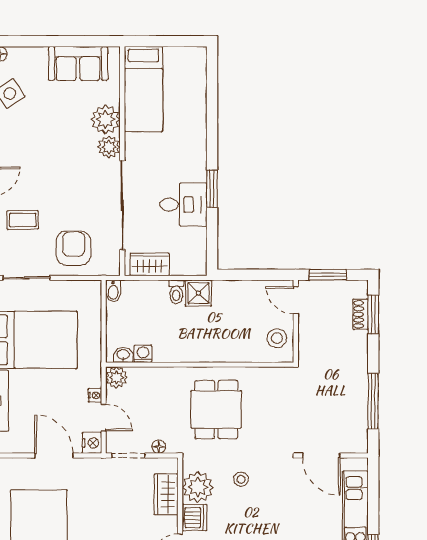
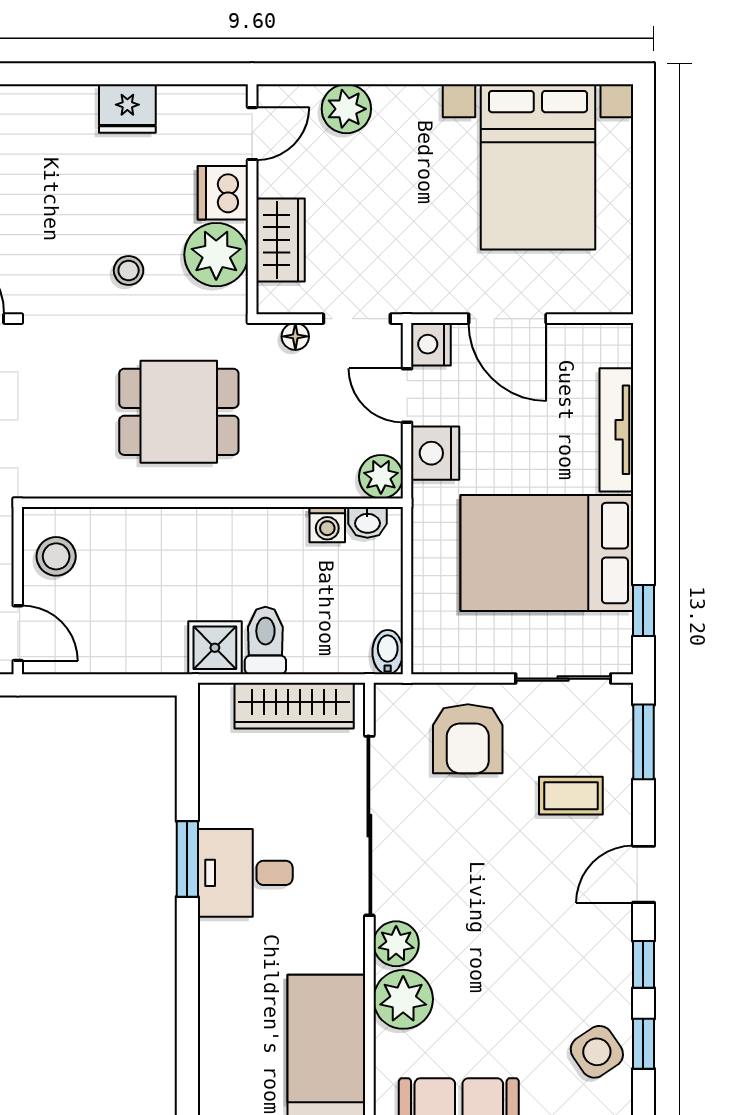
desk: (184, 205) -> (245, 873), moved
wardrobe: (150, 264) -> (294, 706), width x1.50
toilet: (176, 292) -> (265, 641), width x1.37, depth x1.39
nightstand: (95, 395) -> (435, 453), width x1.89, depth x1.79
dining table: (216, 409) -> (179, 412), turned 90

